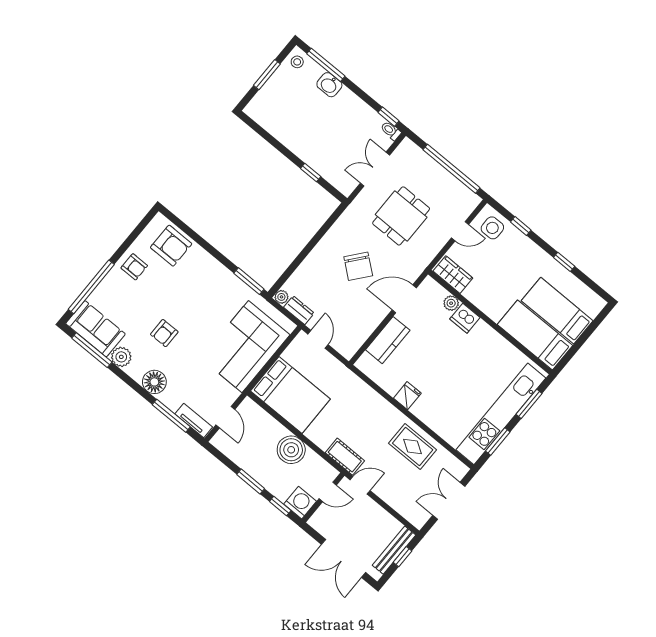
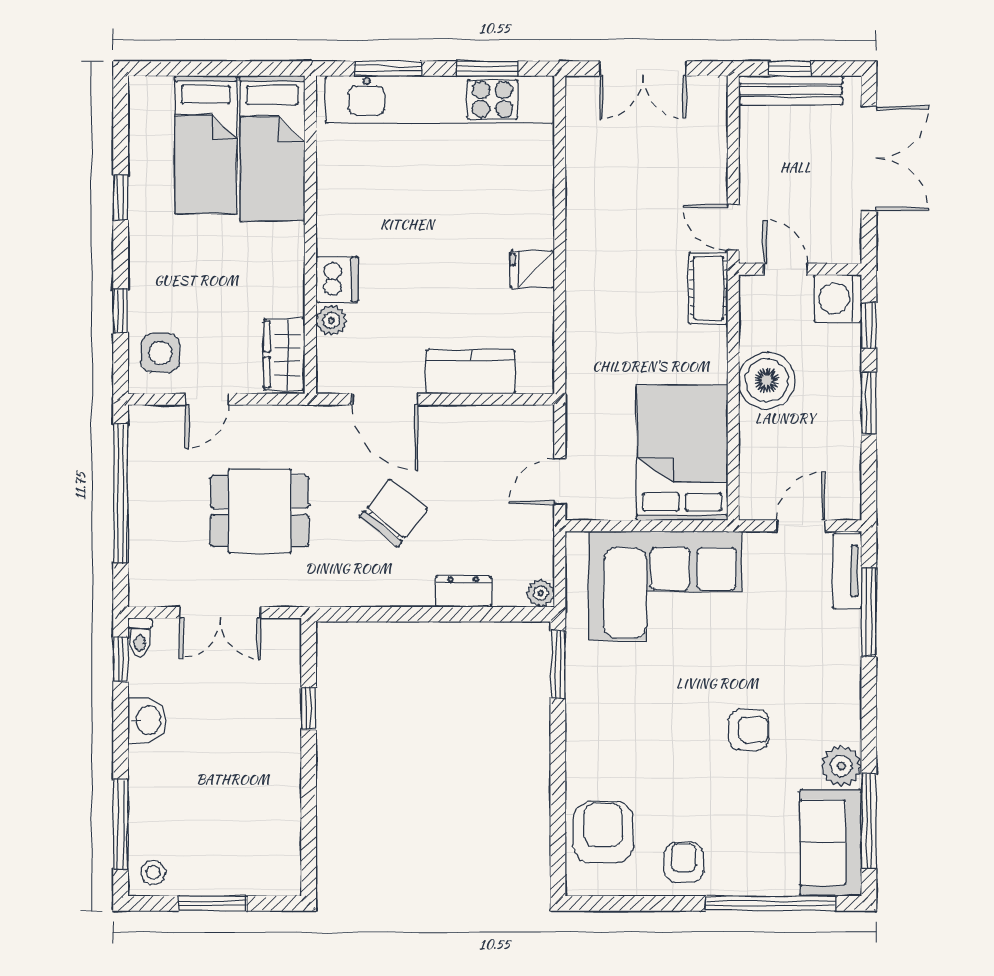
washbasin: (329, 85) -> (147, 720), moved
door: (460, 231) -> (207, 399), swing flipped
dresser: (299, 310) -> (463, 591), moved, turned 90
floor lamp: (154, 382) -> (838, 682), removed
rug: (413, 447) -> (605, 195), removed

